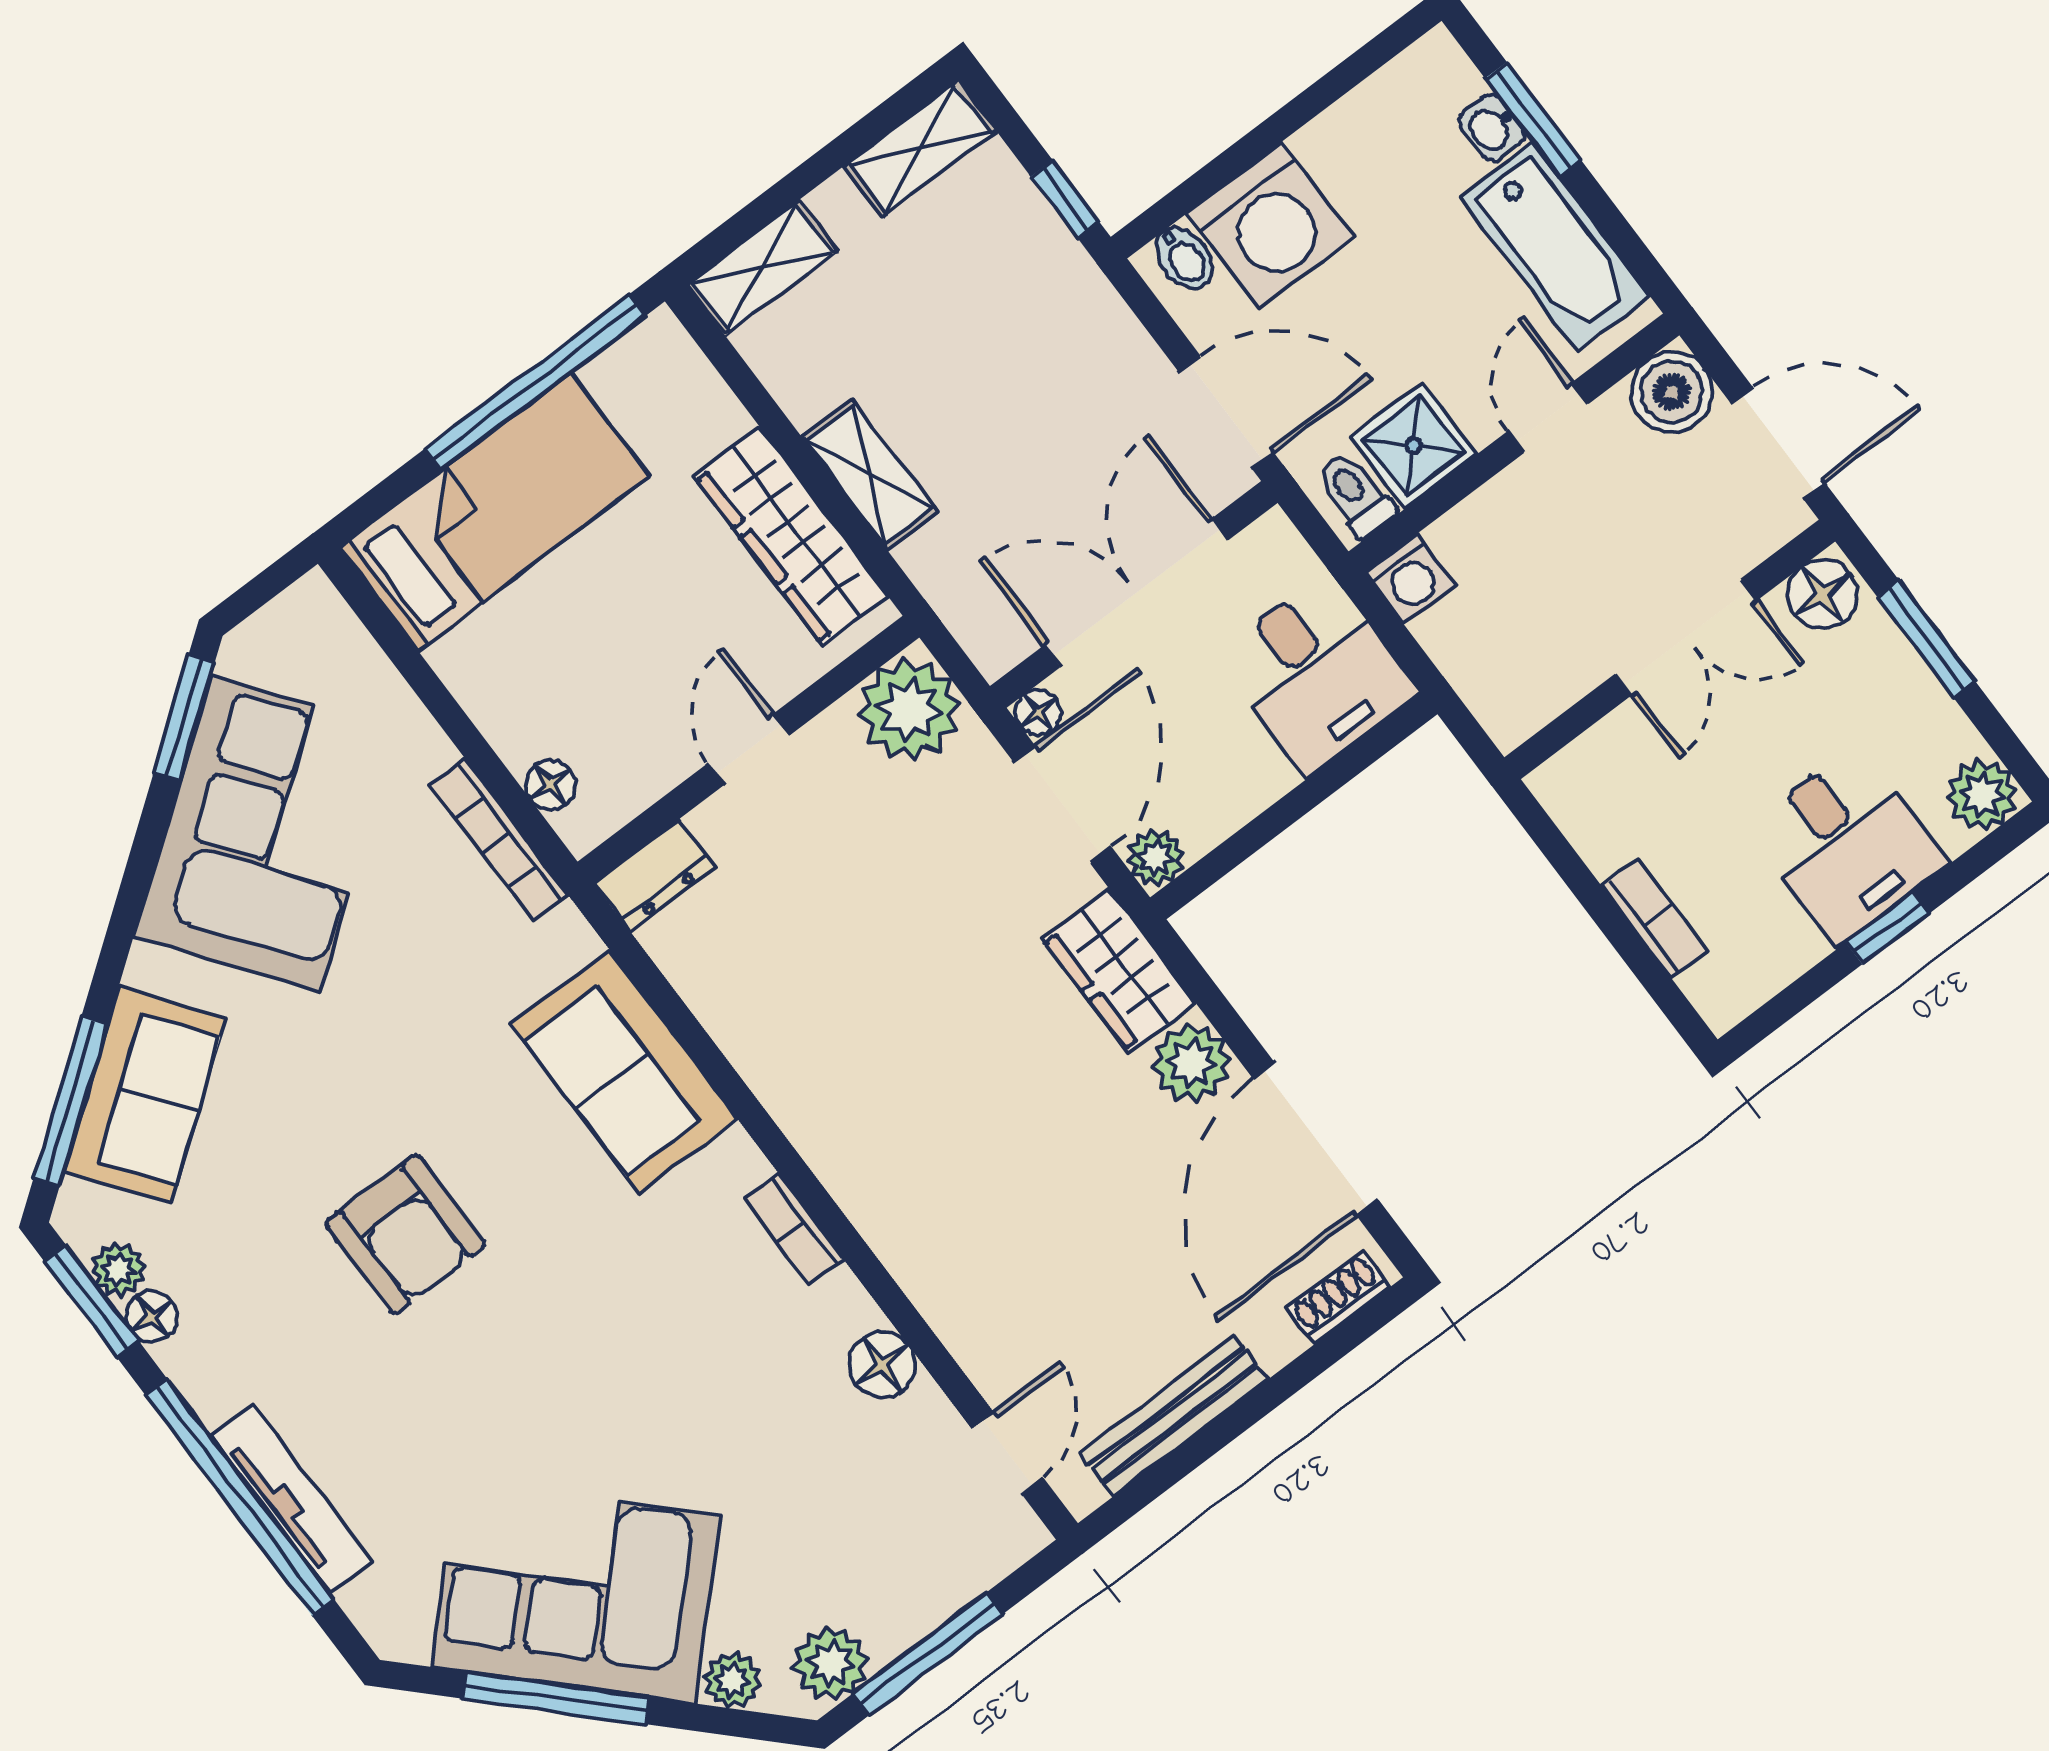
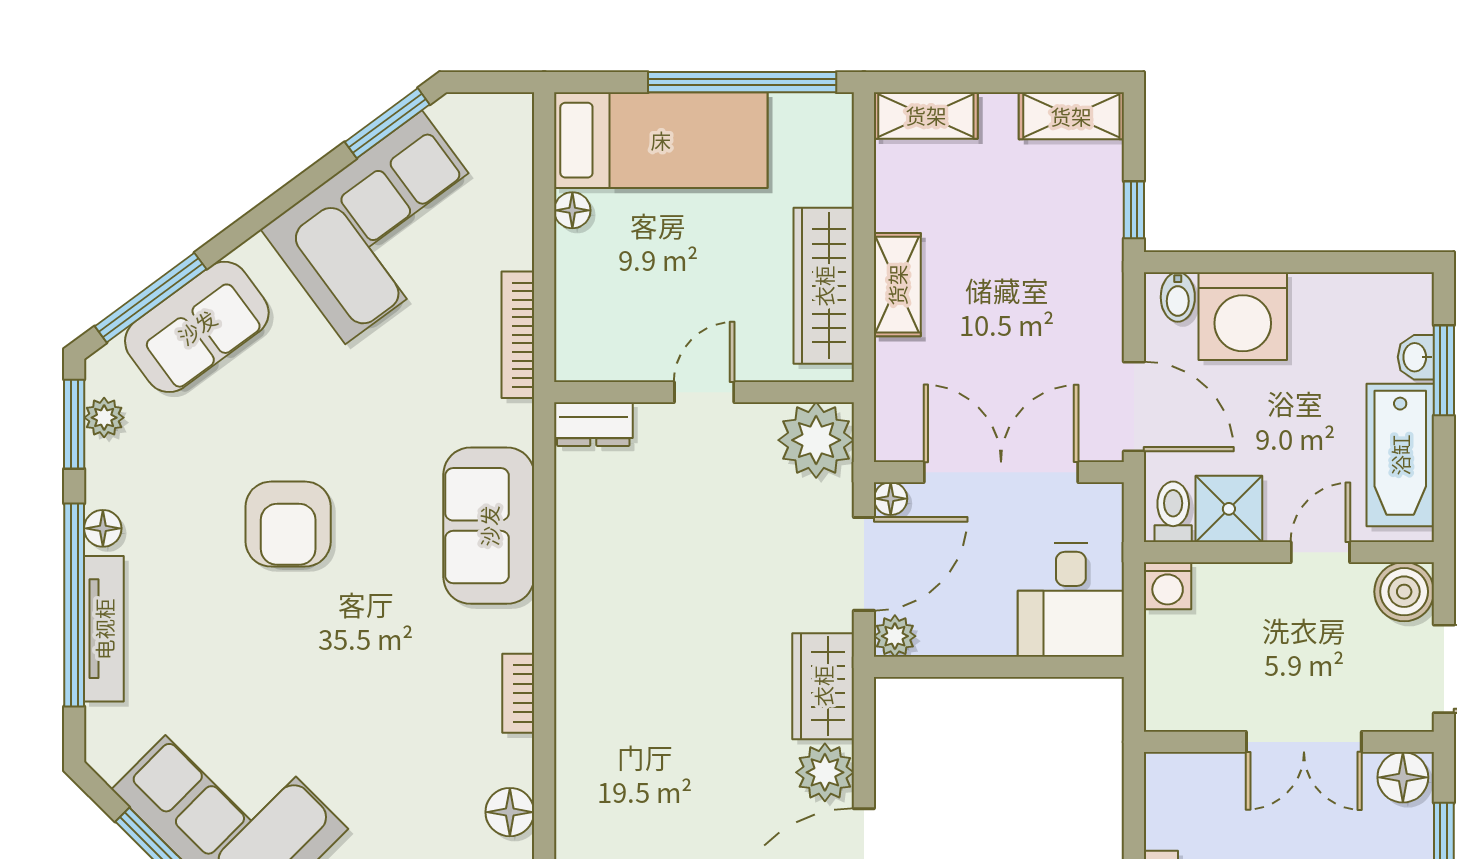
floor lamp: (550, 785) -> (572, 210), moved
floor lamp: (152, 1317) -> (103, 528), moved

